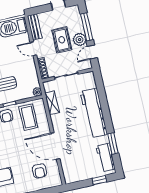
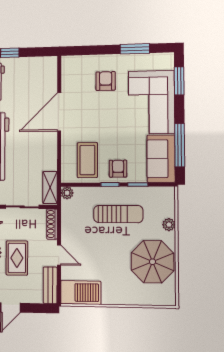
shelving: (52, 103) -> (50, 187), moved
door: (55, 146) -> (59, 112), swing flipped
armchair: (40, 171) -> (106, 81), moved

